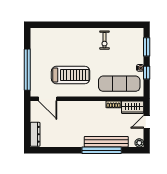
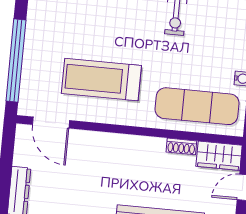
treadmill: (71, 75) -> (101, 79), turned 180

